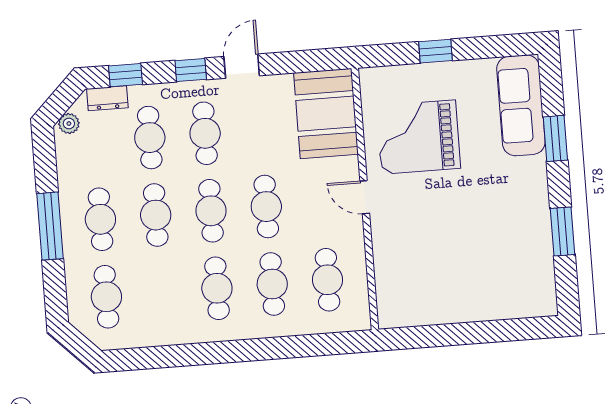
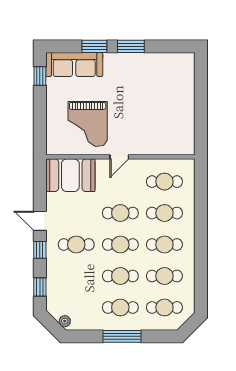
window: (436, 51) -> (40, 76), moved
dresser: (107, 98) -> (52, 298), removed
cafe table: (150, 138) -> (164, 276), moved
window: (563, 231) -> (131, 46), moved

